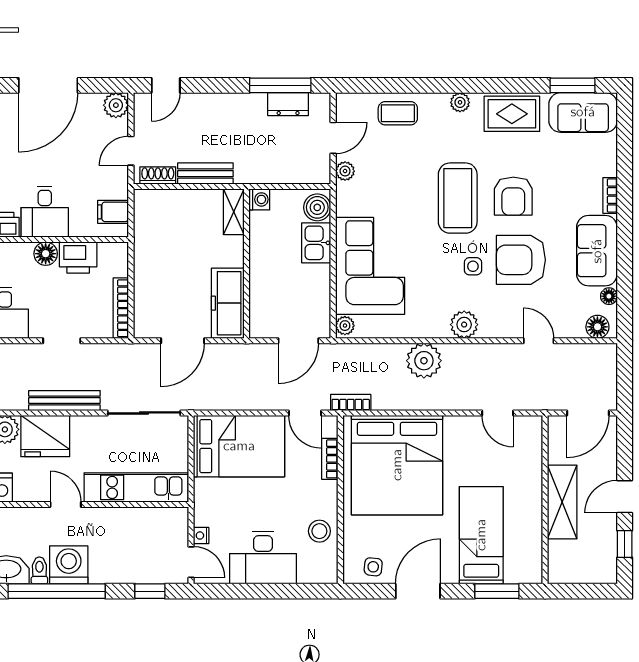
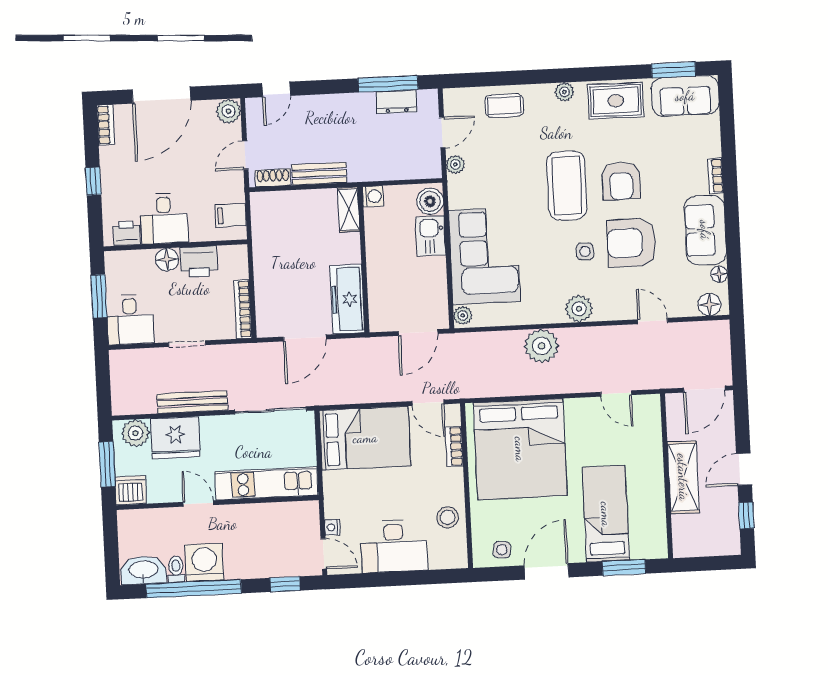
bookcase: (351, 403) -> (472, 390), removed

